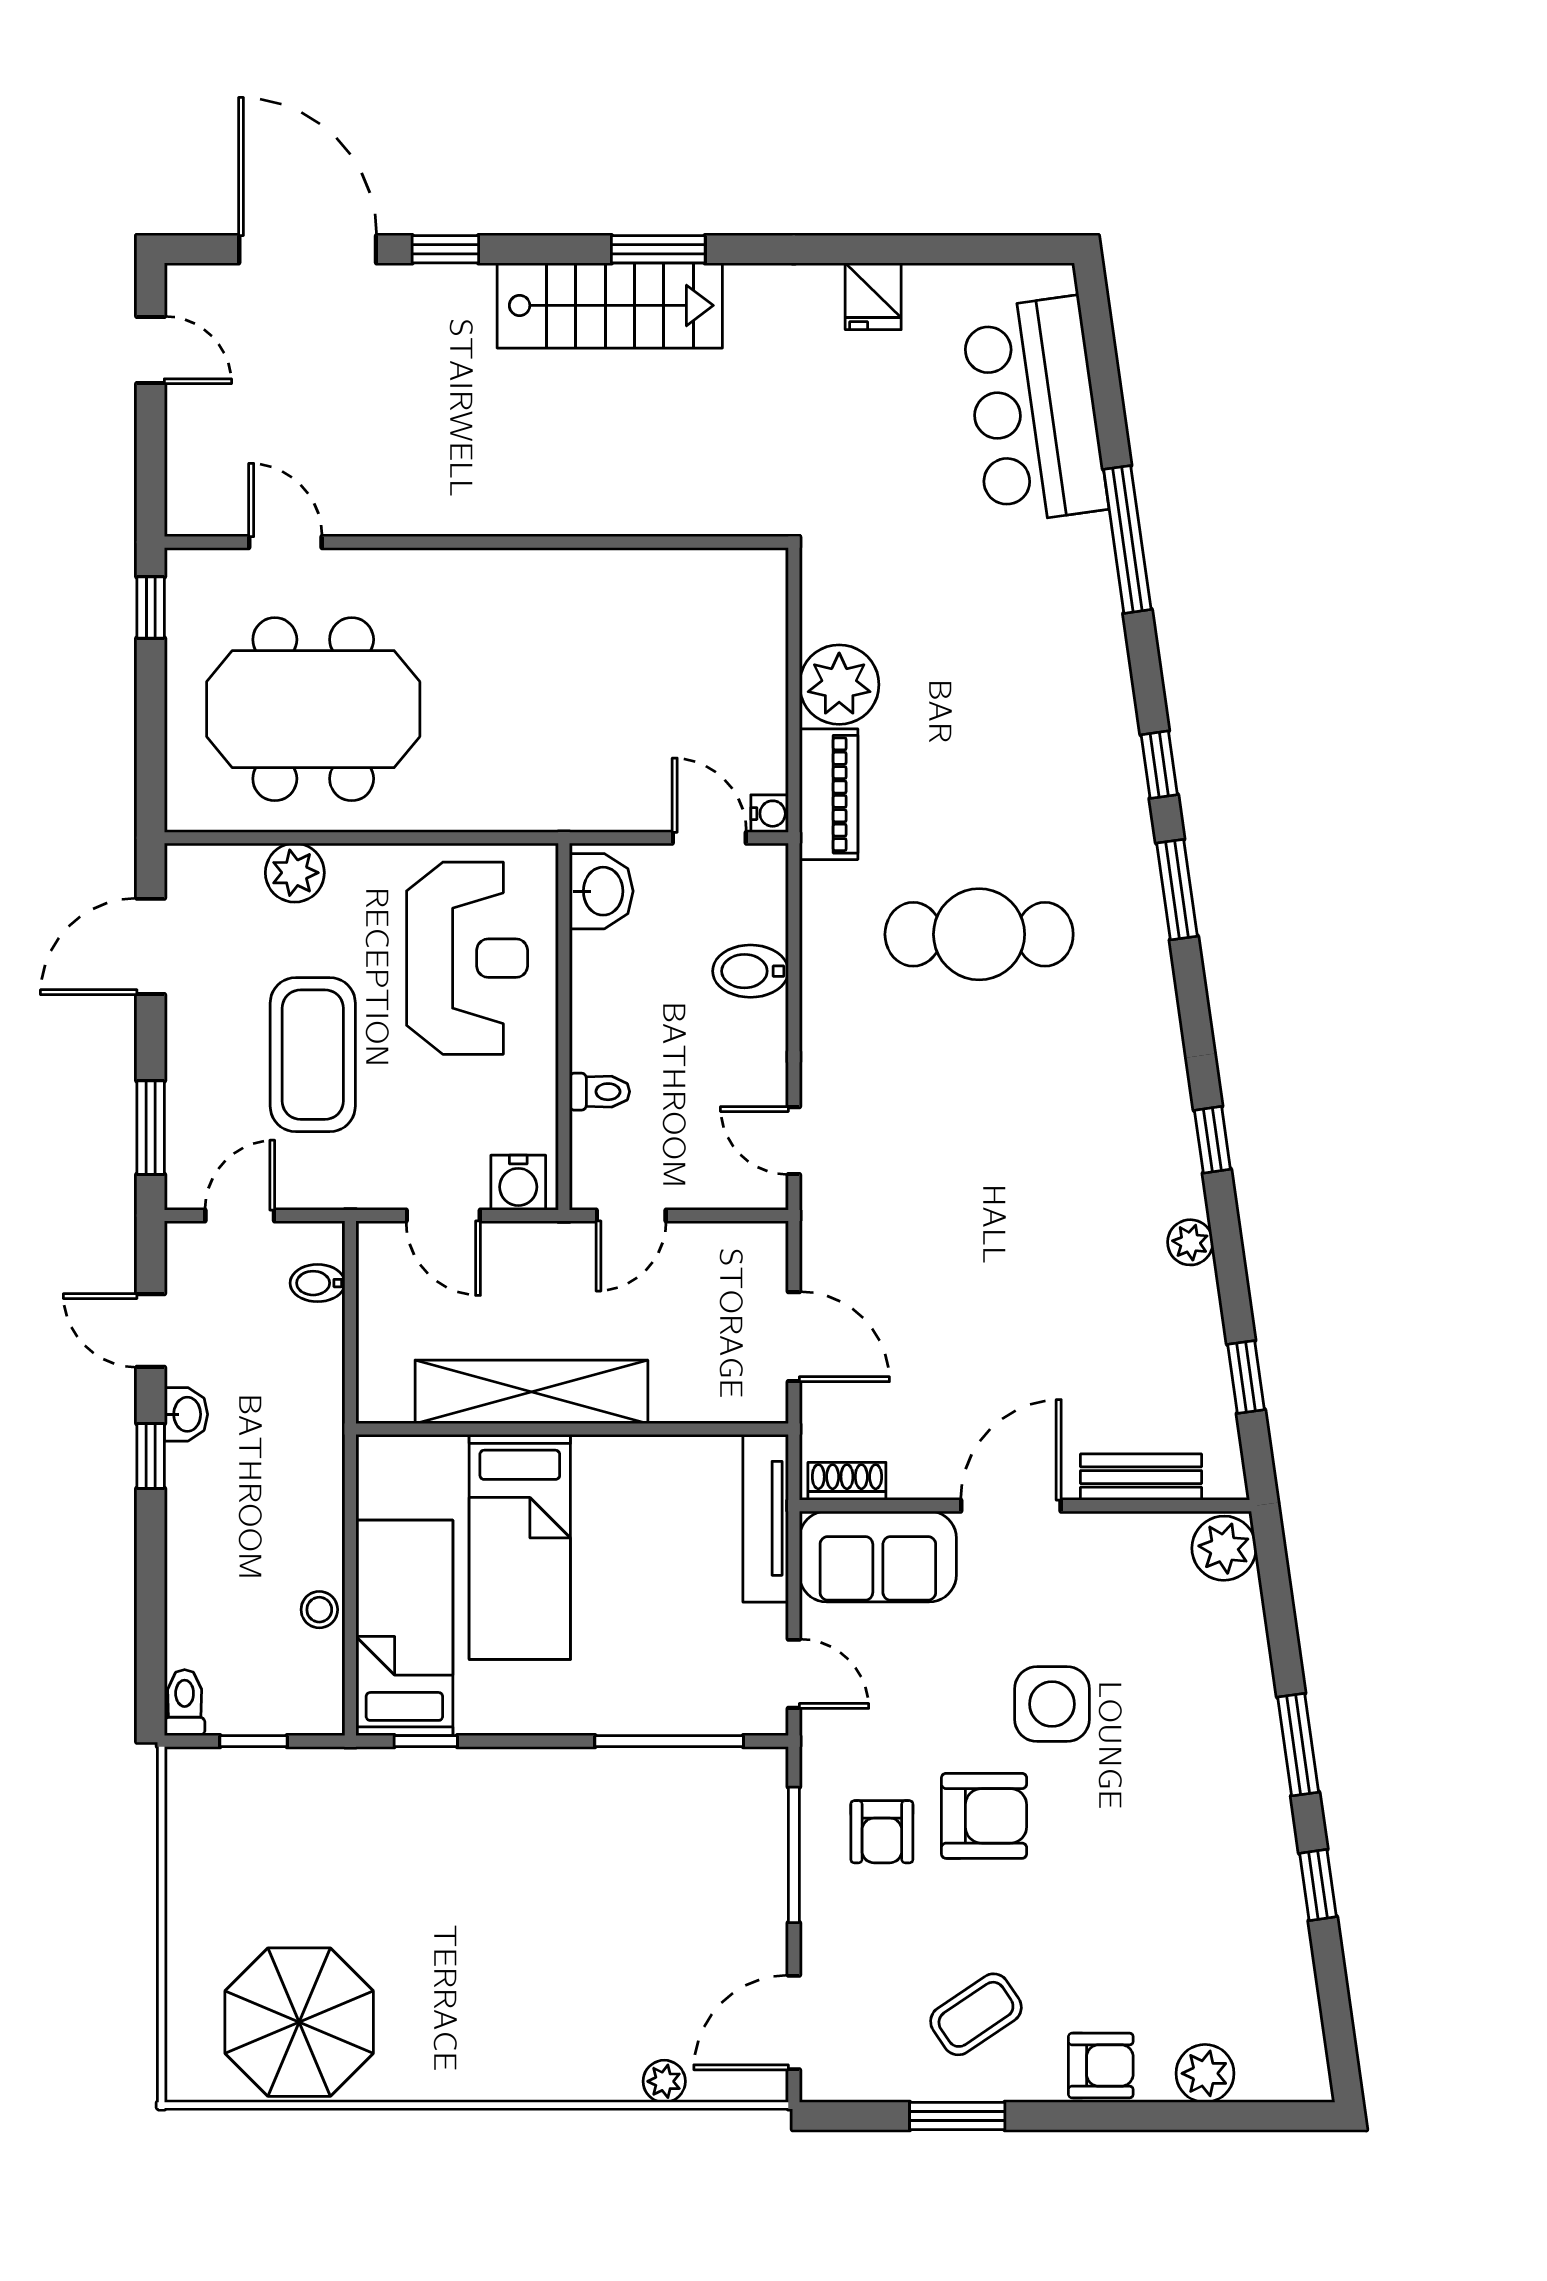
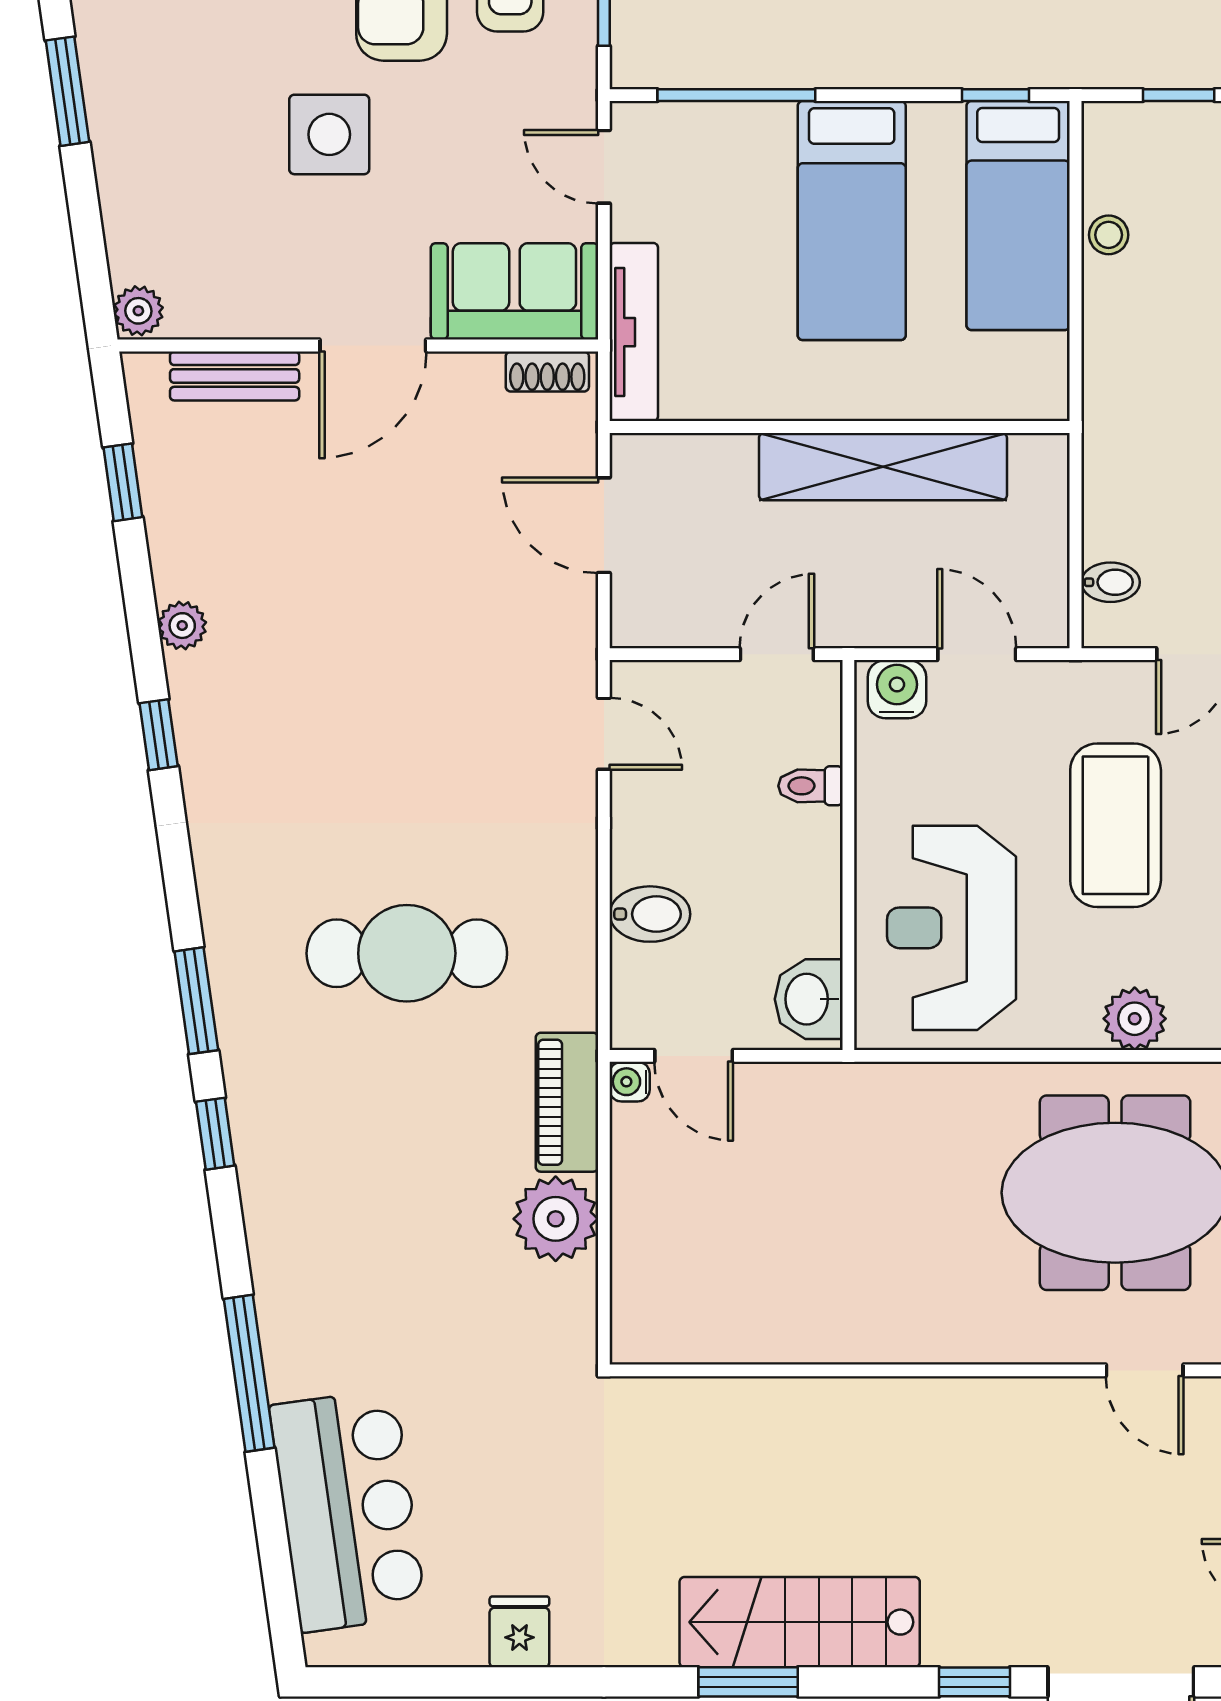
bed: (520, 1547) -> (852, 221), moved, turned 180
plant: (1224, 1548) -> (138, 311), width x0.73, depth x0.73

